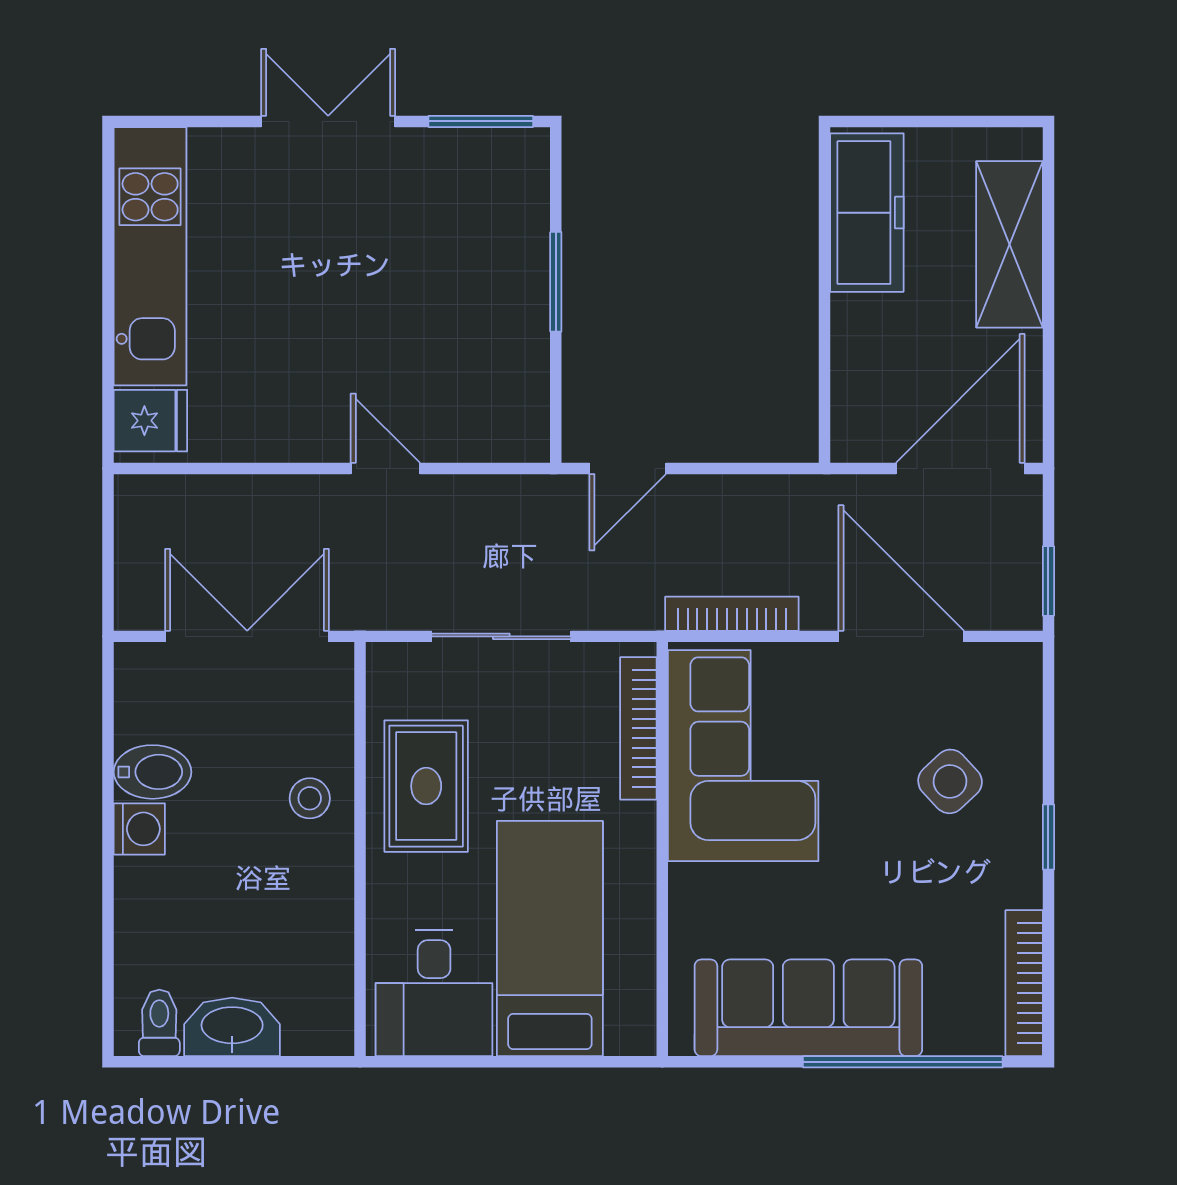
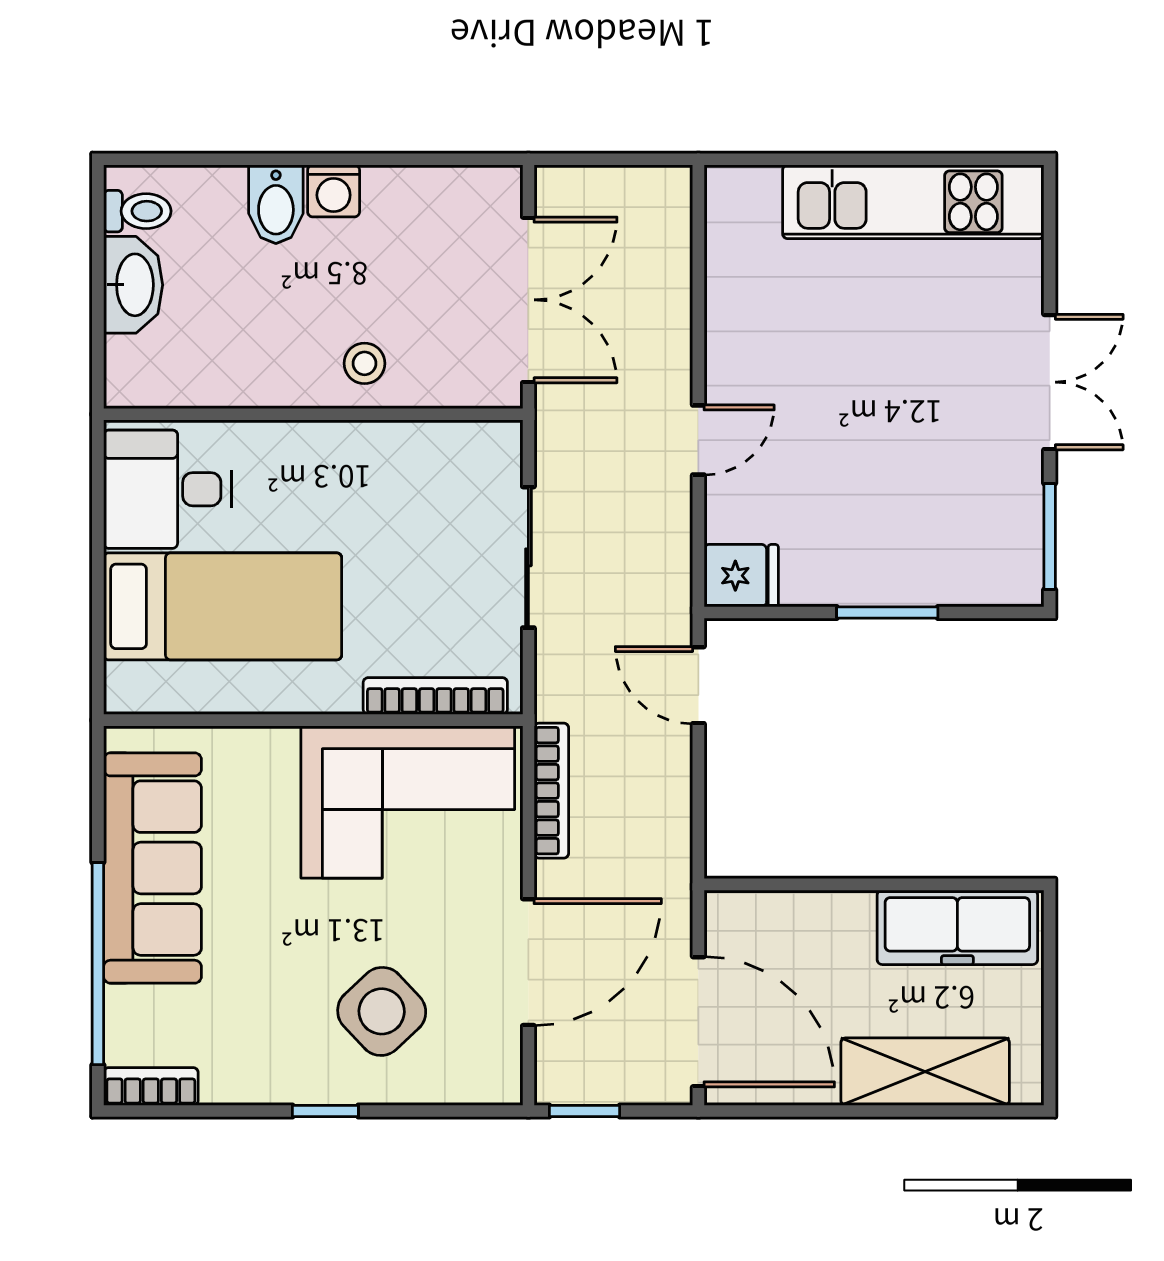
fridge: (150, 421) -> (741, 576), moved, turned -90
bidet: (152, 772) -> (276, 204), moved
side table: (950, 781) -> (382, 1011), width x1.37, depth x1.37
rug: (426, 786) -> (377, 481), removed
bookcase: (1024, 983) -> (151, 1086), width x0.64

